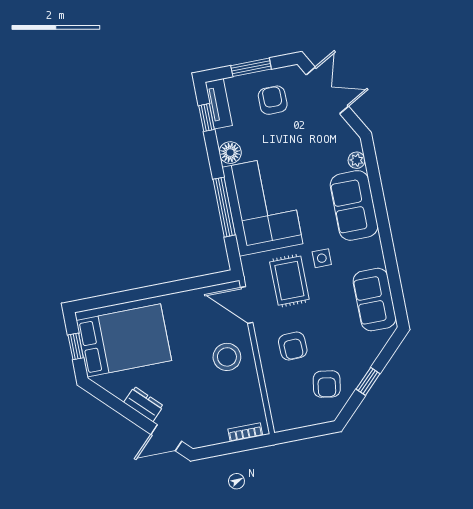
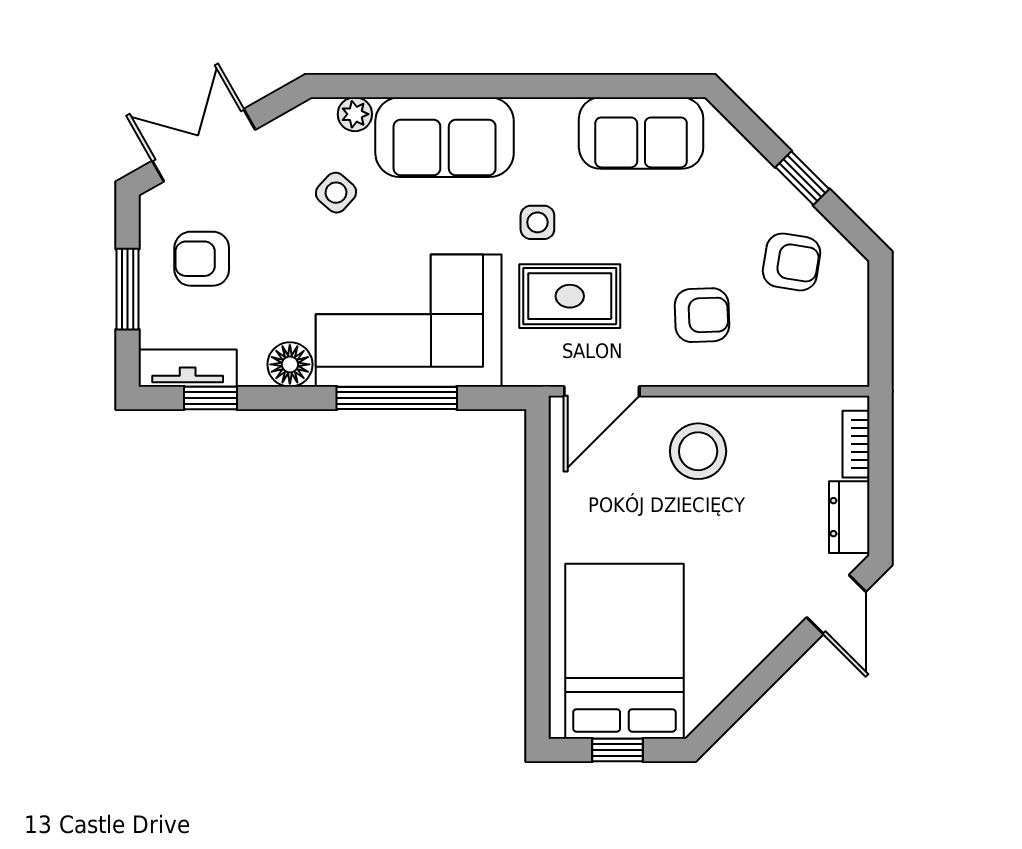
side table: (317, 158) -> (336, 193), added
dresser: (144, 404) -> (849, 517), moved, turned -45

